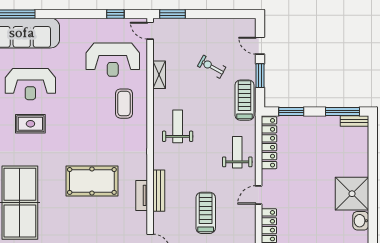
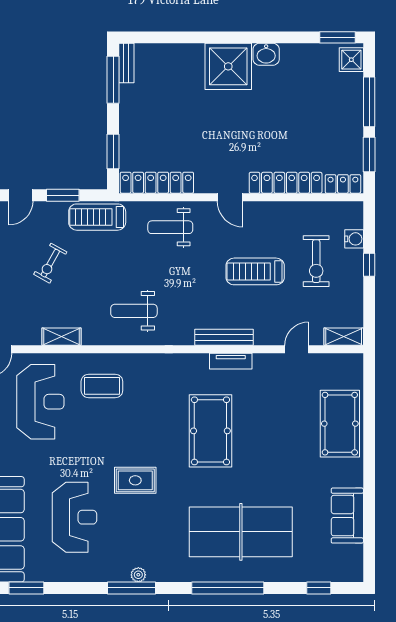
rug: (30, 124) -> (135, 480), moved, turned 90

